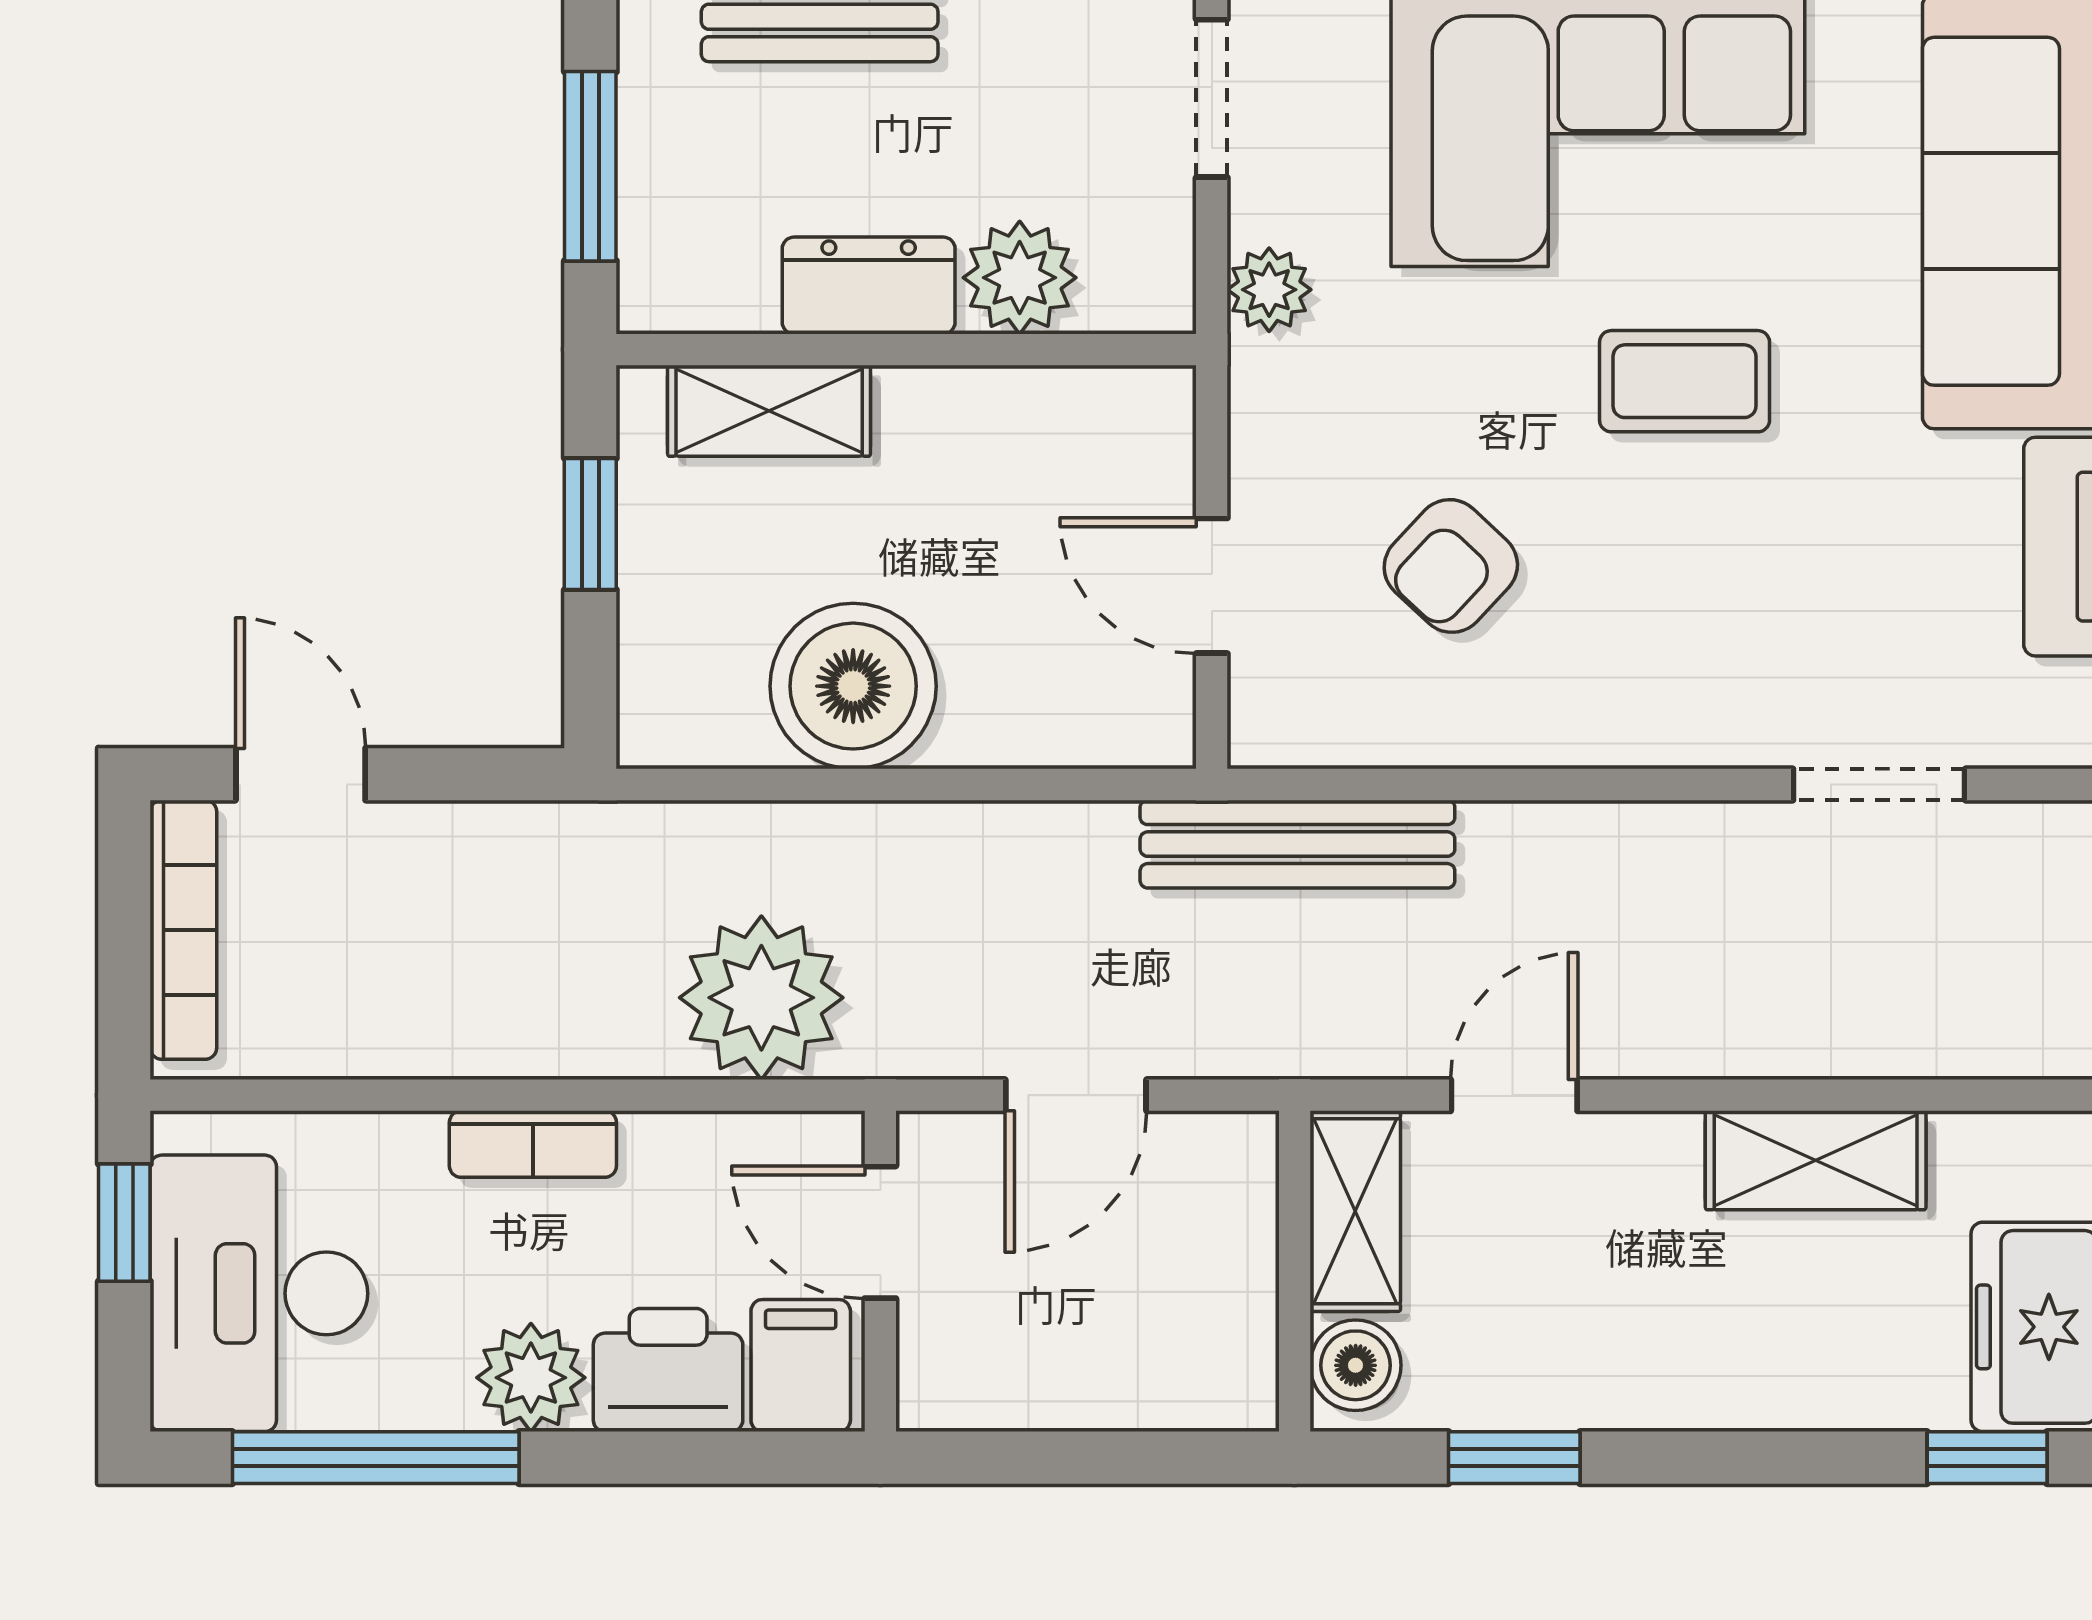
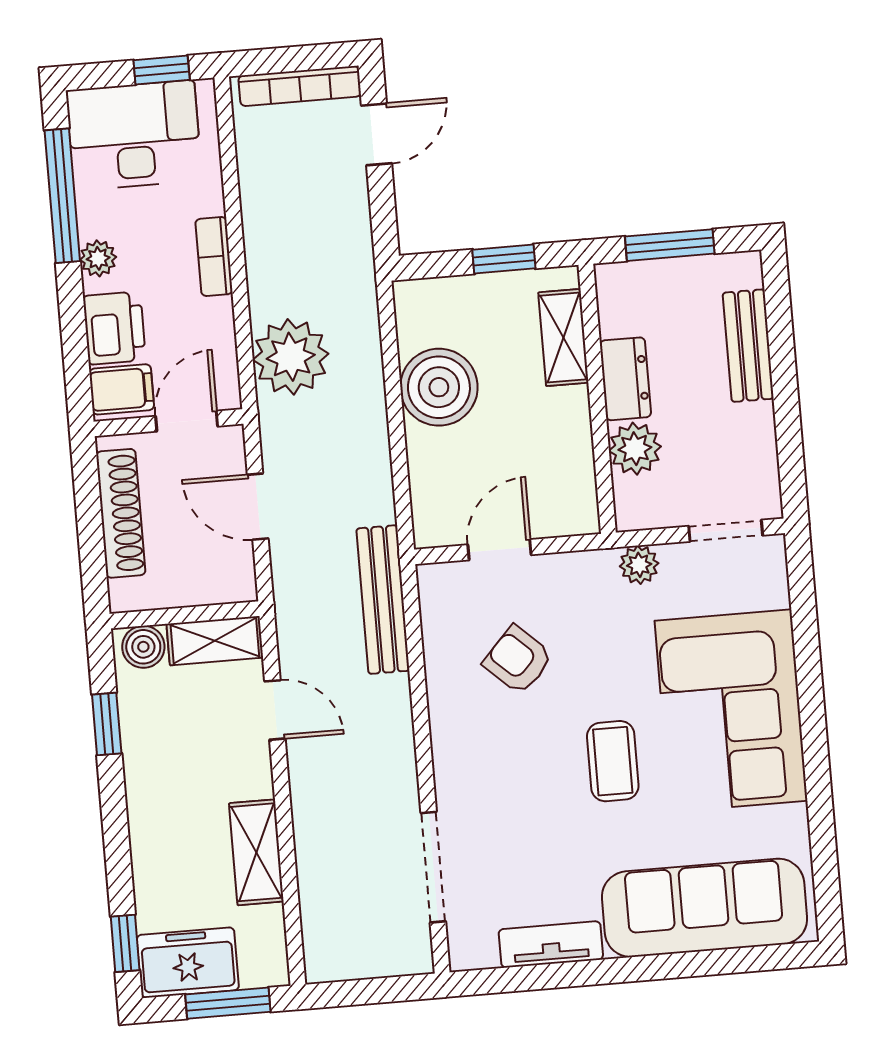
doorway: (1879, 785) -> (433, 867), width x1.38
plant: (531, 1378) -> (98, 258), width x0.73, depth x0.73
shoe rack: (1066, 1390) -> (121, 513), added

